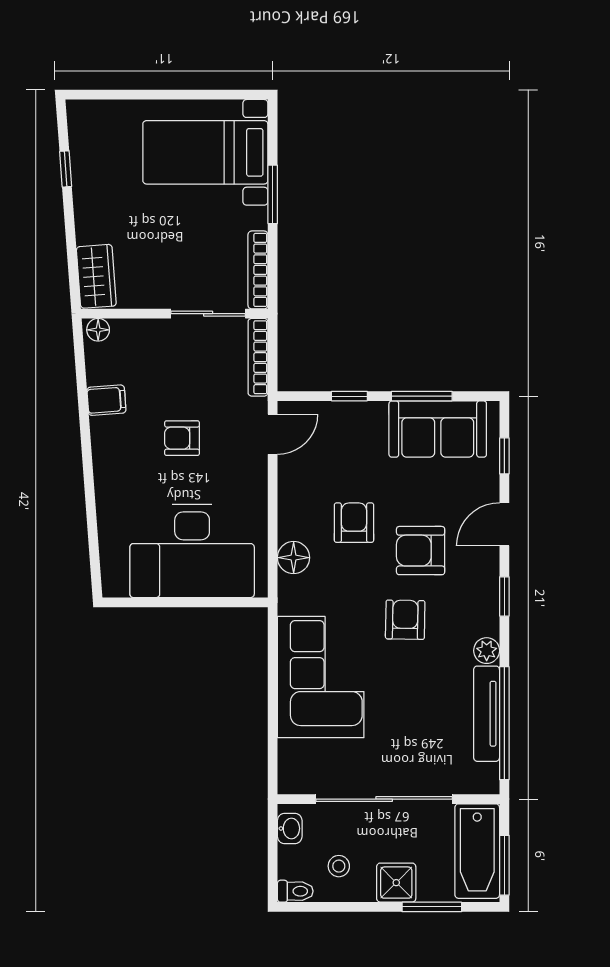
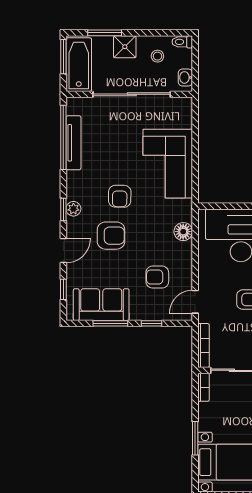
bookcase: (258, 270) -> (203, 387), width x0.64
armchair: (354, 523) -> (157, 277), moved, turned 90
plant: (487, 651) -> (73, 209), moved

